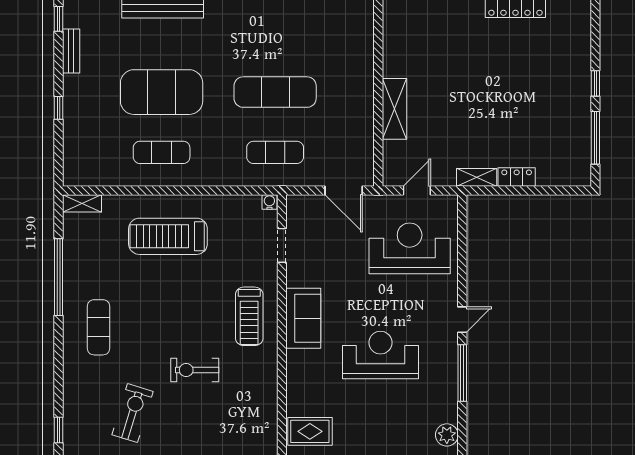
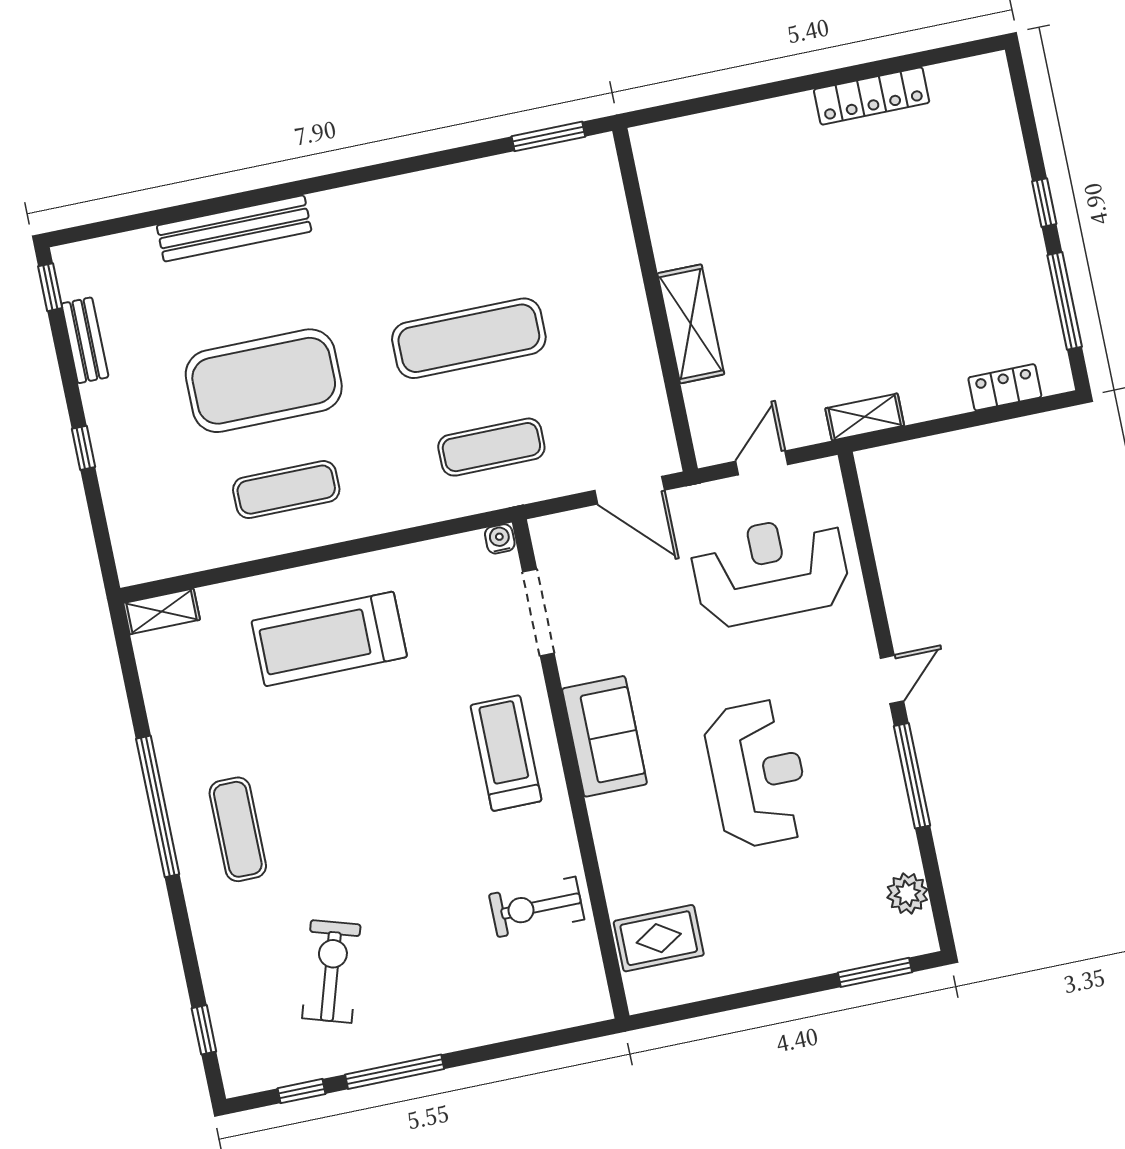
locker: (517, 177) -> (1005, 387), moved
doorway: (282, 245) -> (538, 613), width x1.38
window: (58, 277) -> (158, 806), moved
treadmill: (249, 316) -> (506, 753), turned 180
reception desk: (380, 355) -> (758, 774), turned 90
exercise bike: (195, 370) -> (537, 907), moved

